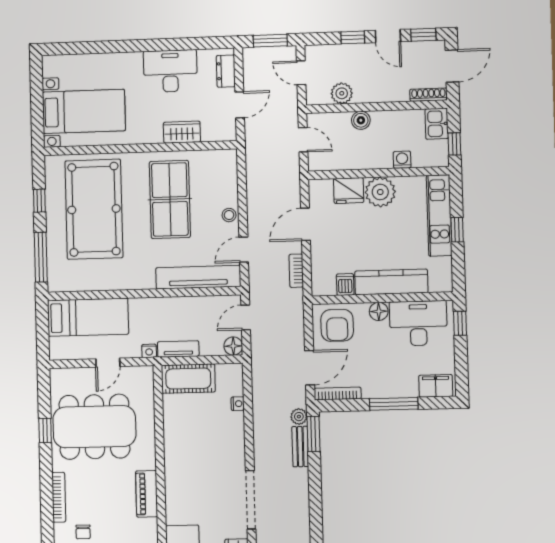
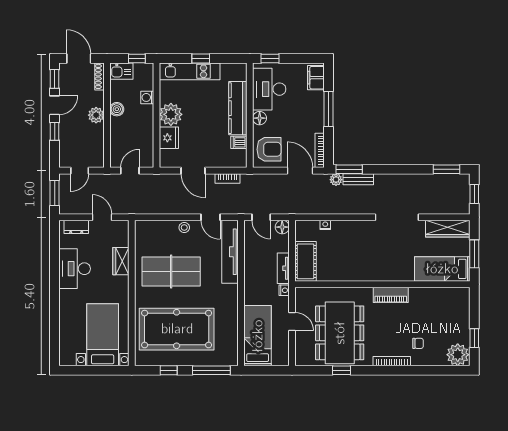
plant: (342, 93) -> (96, 115), moved
boiler: (361, 120) -> (117, 109), moved

